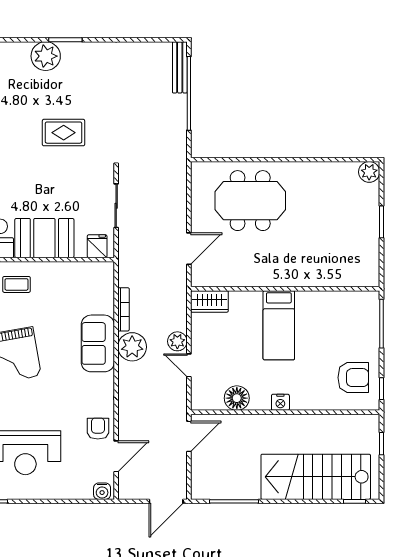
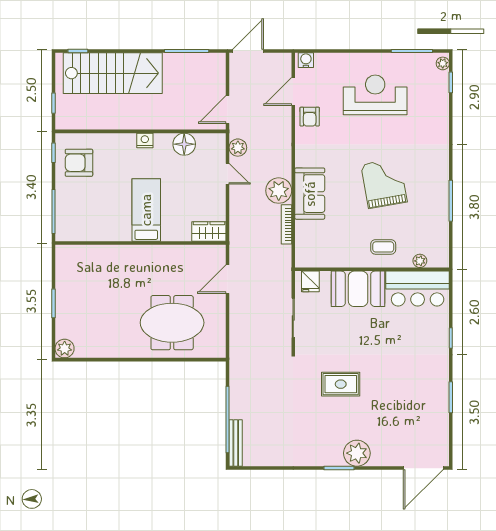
plant: (177, 341) -> (238, 148), moved

